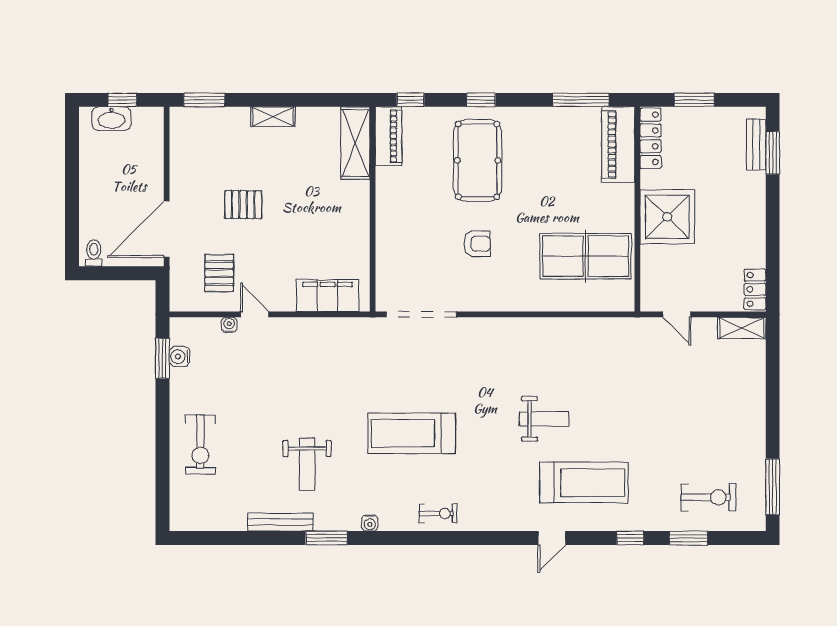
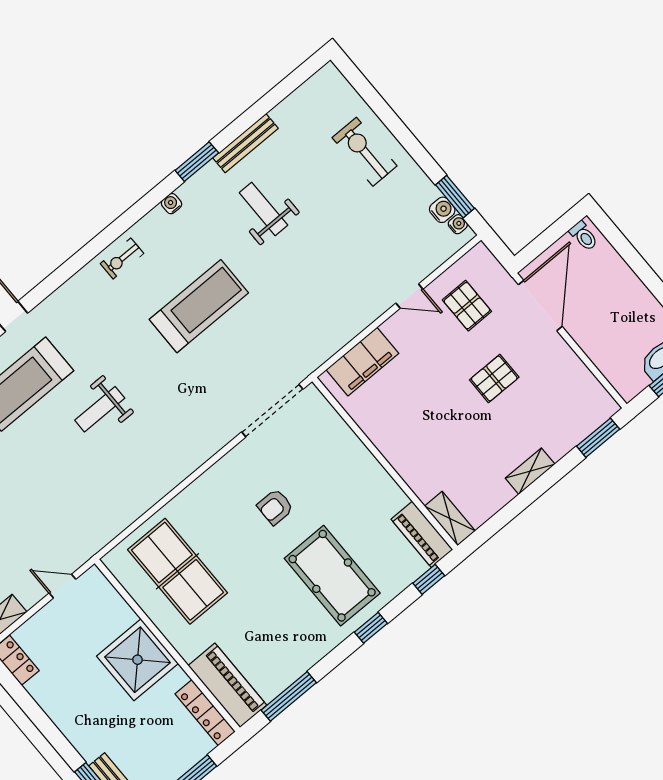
shelving: (355, 143) -> (450, 518), width x0.67, depth x0.75
table tennis table: (586, 256) -> (178, 571), turned 90
water cooler: (229, 325) -> (458, 224), moved, turned -90

